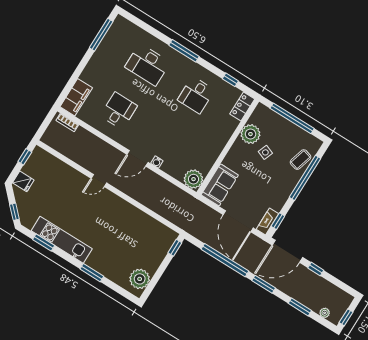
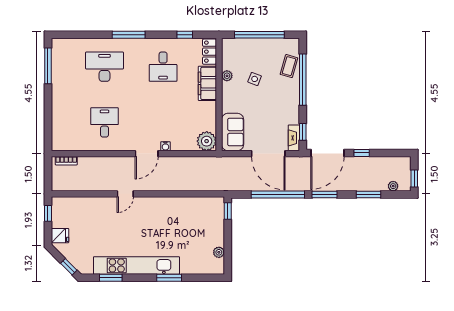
desk: (147, 65) -> (104, 67), turned 180
filing cabinet: (76, 97) -> (207, 83), moved, turned 180
plant: (250, 134) -> (227, 76), width x0.53, depth x0.53
kitchen unit: (62, 240) -> (136, 265), width x1.36
plant: (140, 279) -> (219, 252), width x0.53, depth x0.53

